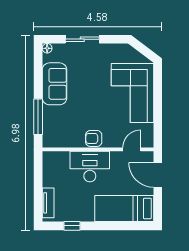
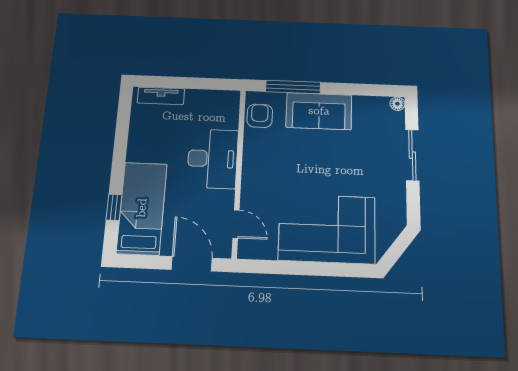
sofa: (55, 84) -> (319, 111), moved
armchair: (94, 138) -> (260, 116), moved
door: (158, 175) -> (192, 264), hinge flipped
window: (72, 226) -> (114, 207), moved

